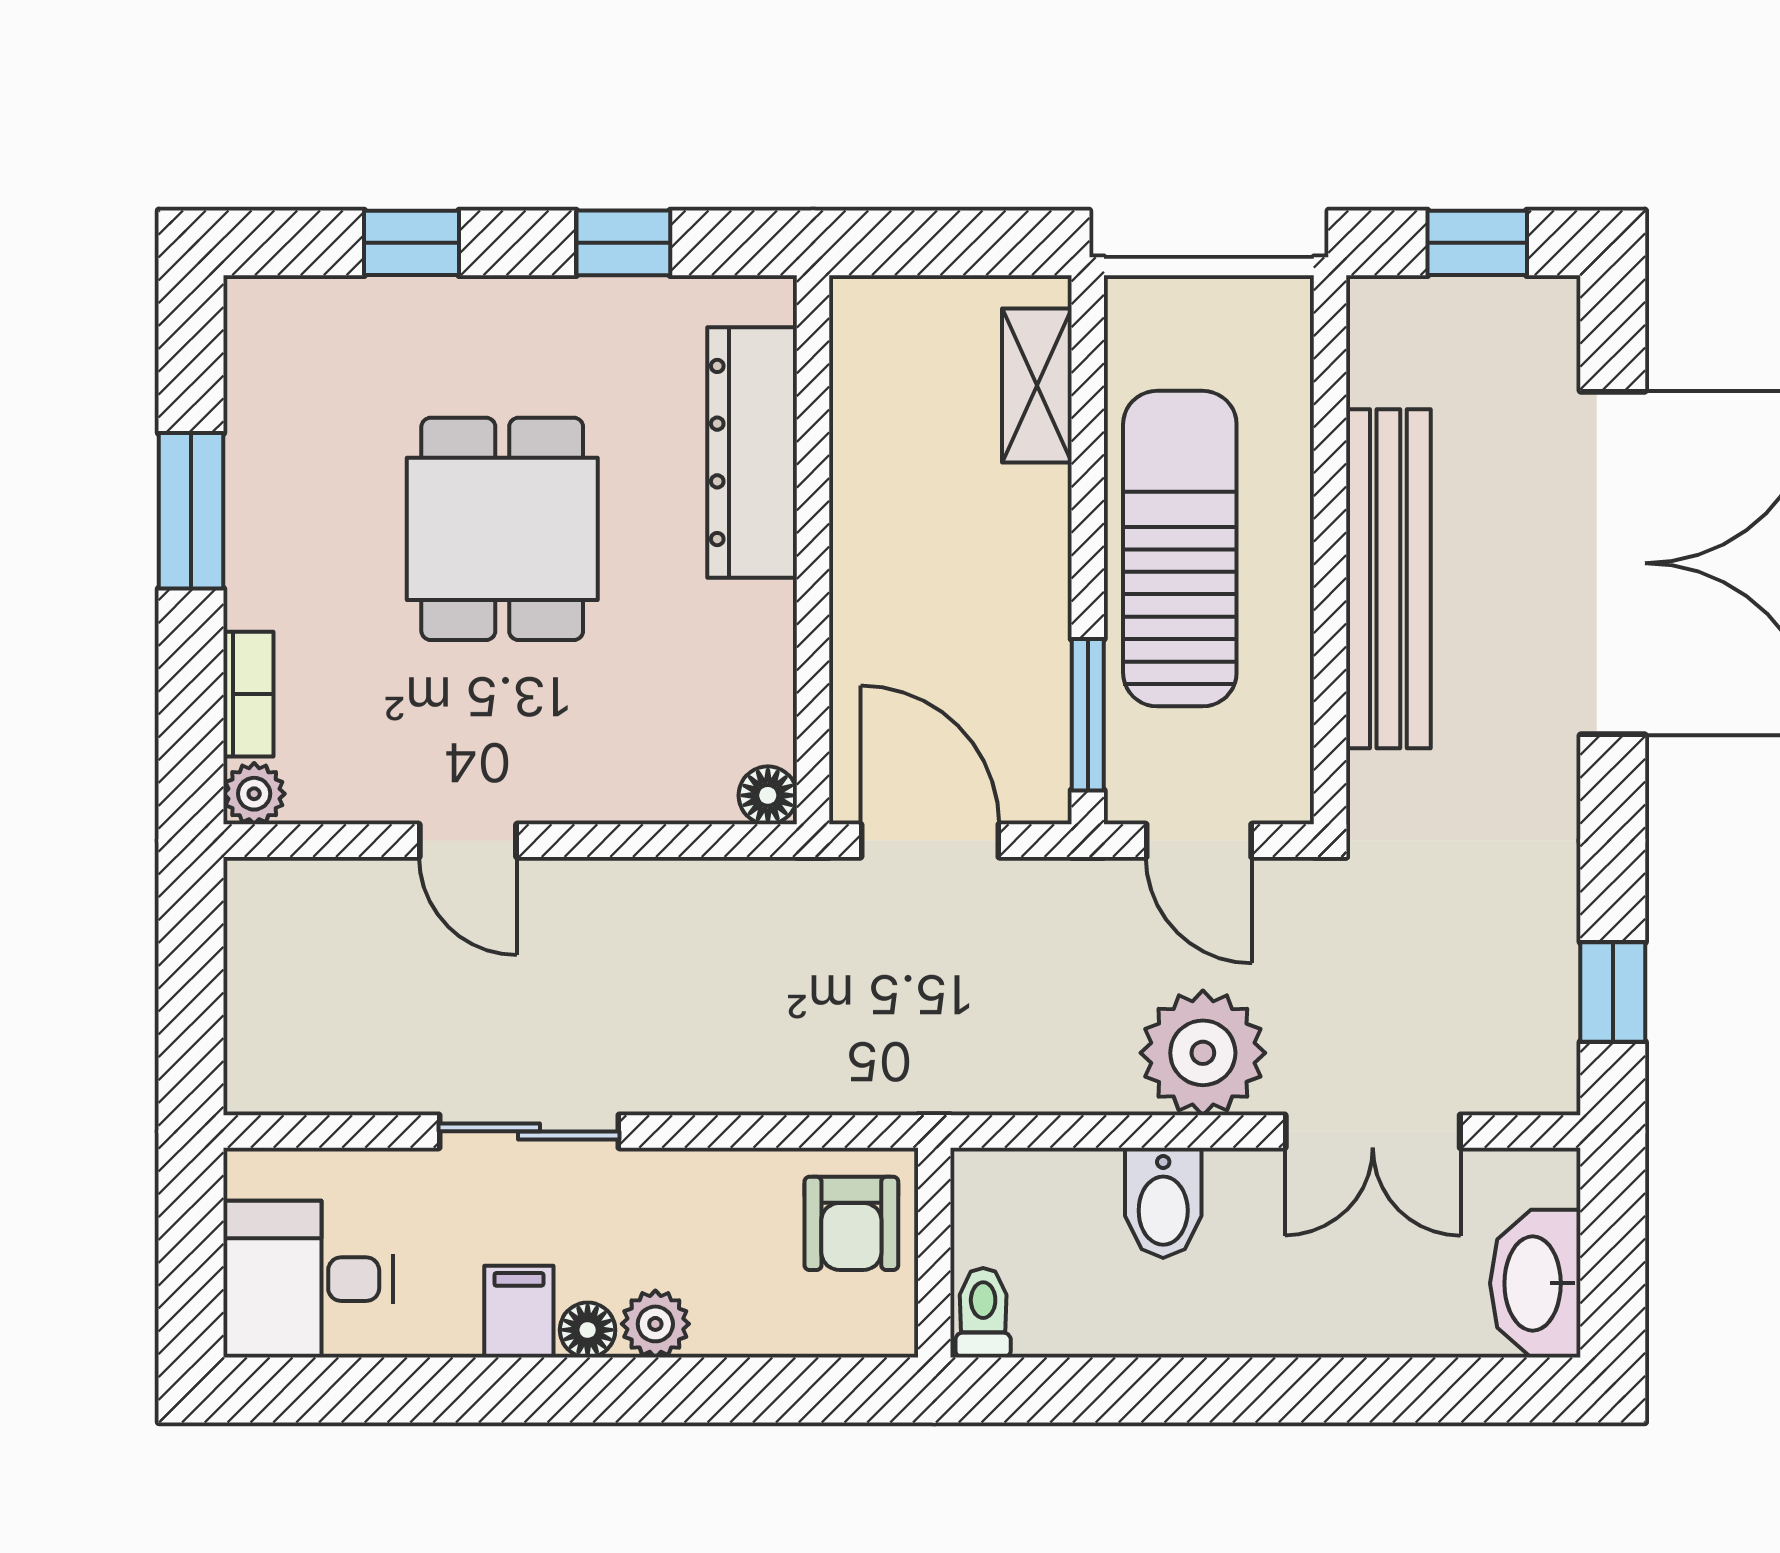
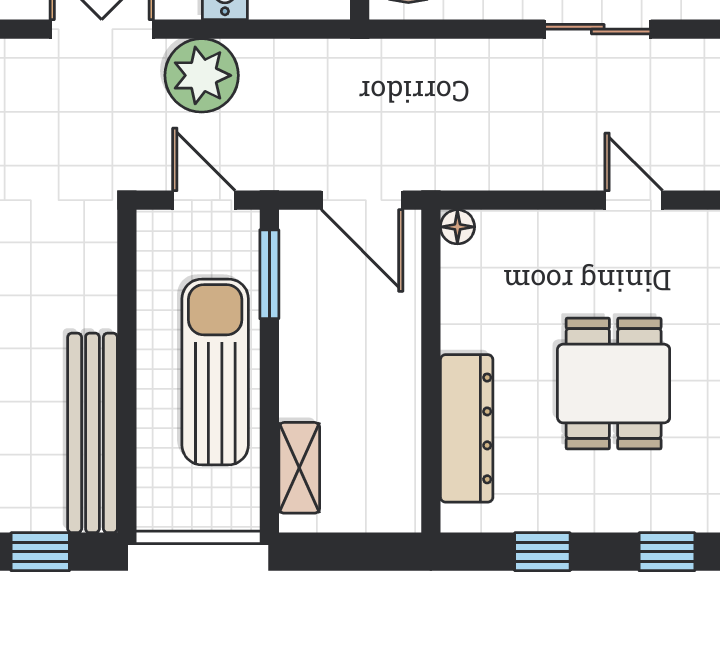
sun lounger: (1180, 549) -> (215, 372), turned 180
bench: (1388, 579) -> (92, 433), moved

